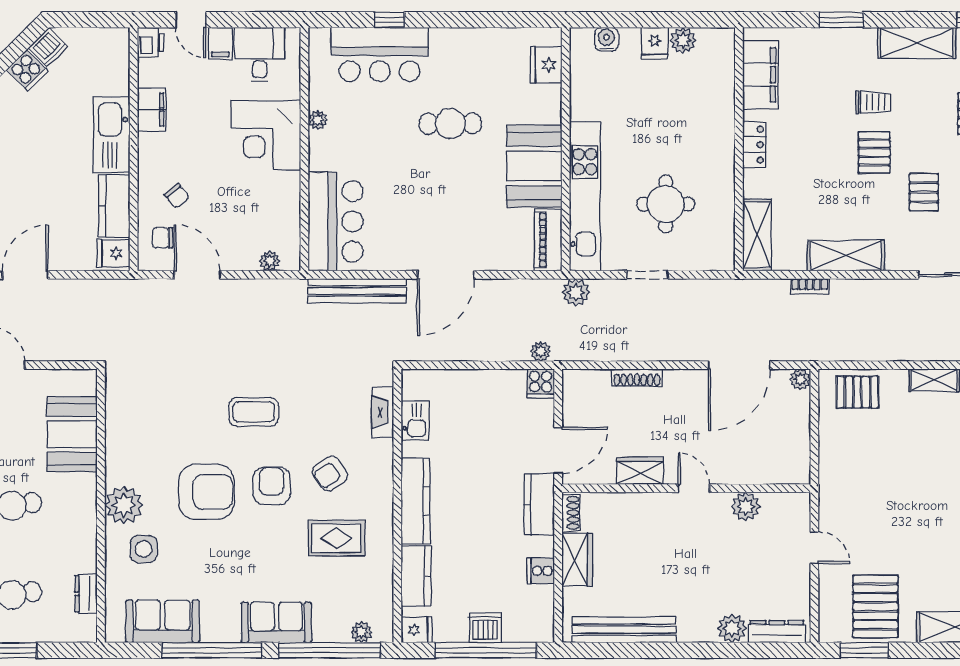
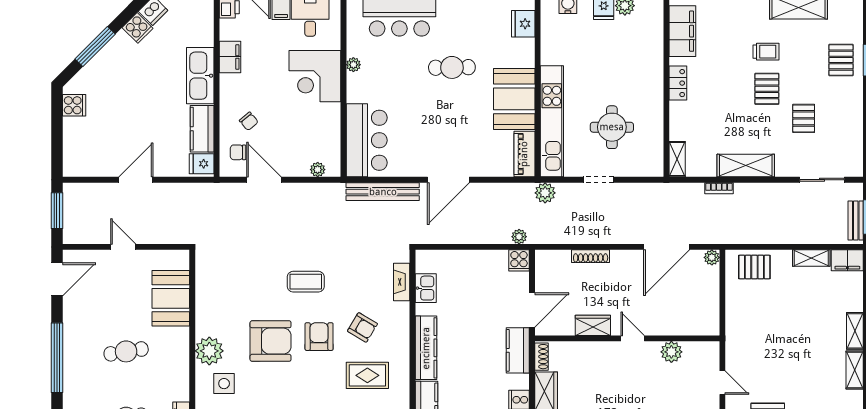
shelving: (757, 235) -> (677, 159), width x0.67, depth x0.75
armchair: (330, 474) -> (362, 327), turned -115

